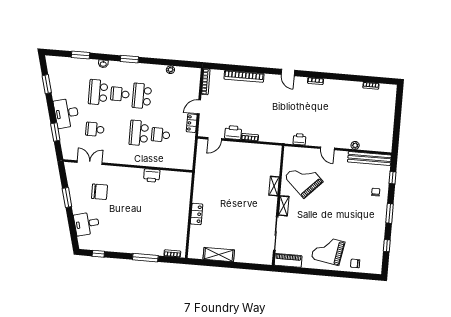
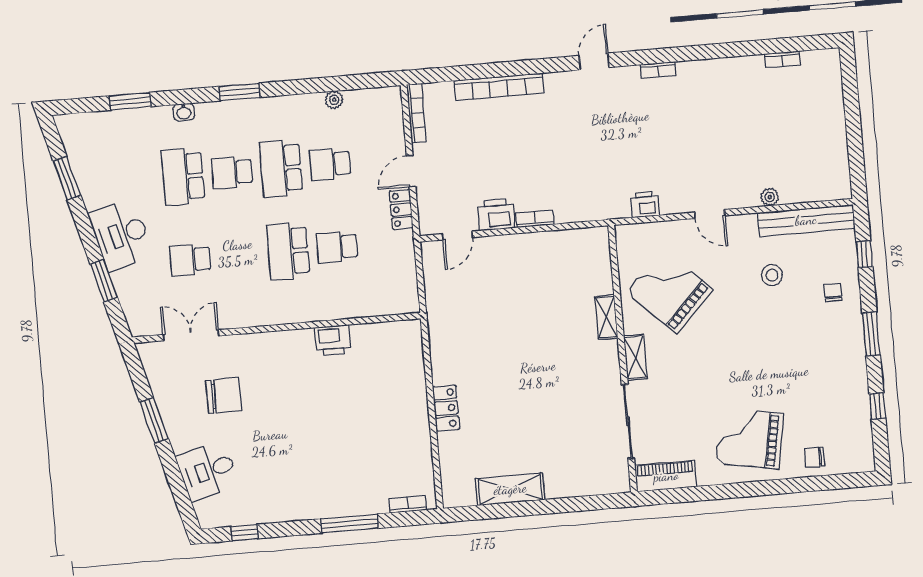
door: (288, 72) -> (594, 62), swing flipped
school desk: (164, 98) -> (330, 164), added
stool: (350, 180) -> (772, 275), added

